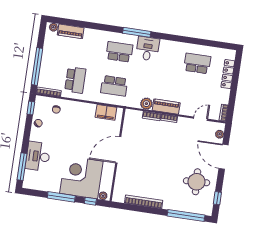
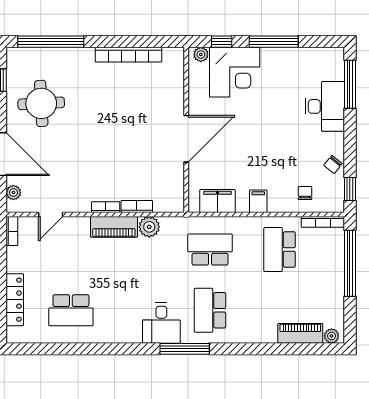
school desk: (119, 52) -> (210, 310), turned 90
filing cabinet: (83, 109) -> (258, 201), added
corner desk: (81, 177) -> (235, 72), width x0.74, depth x0.74

